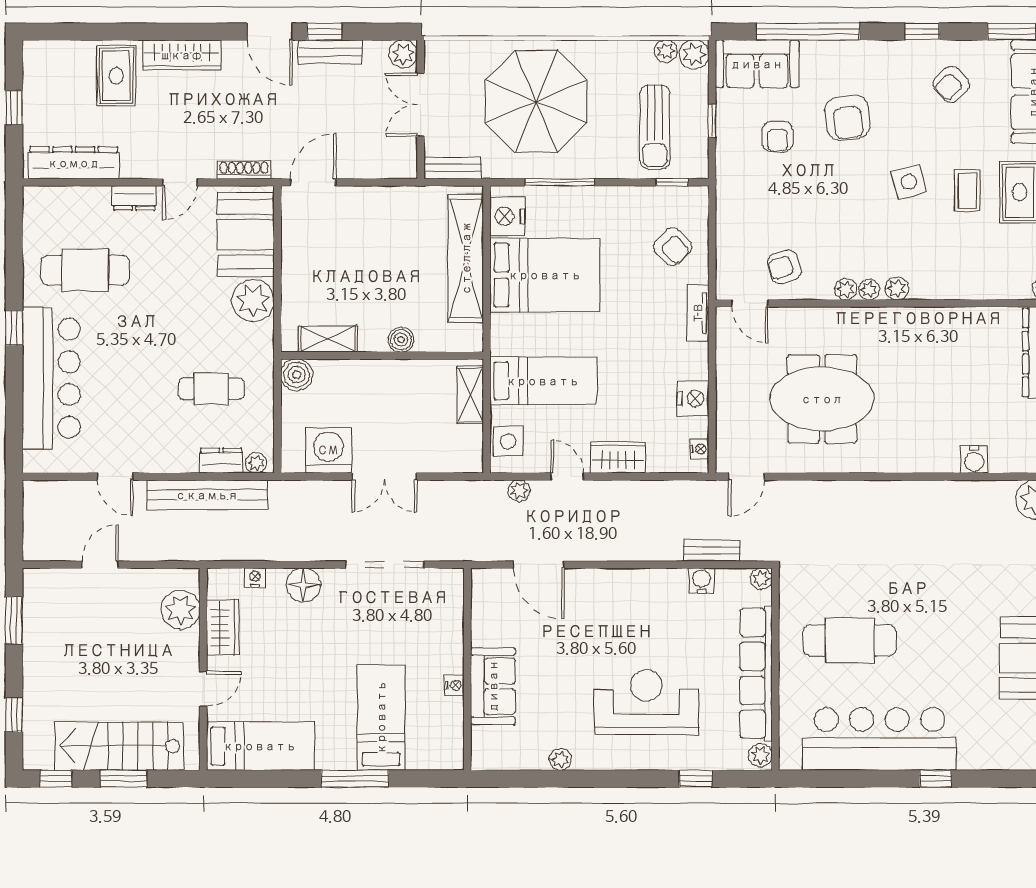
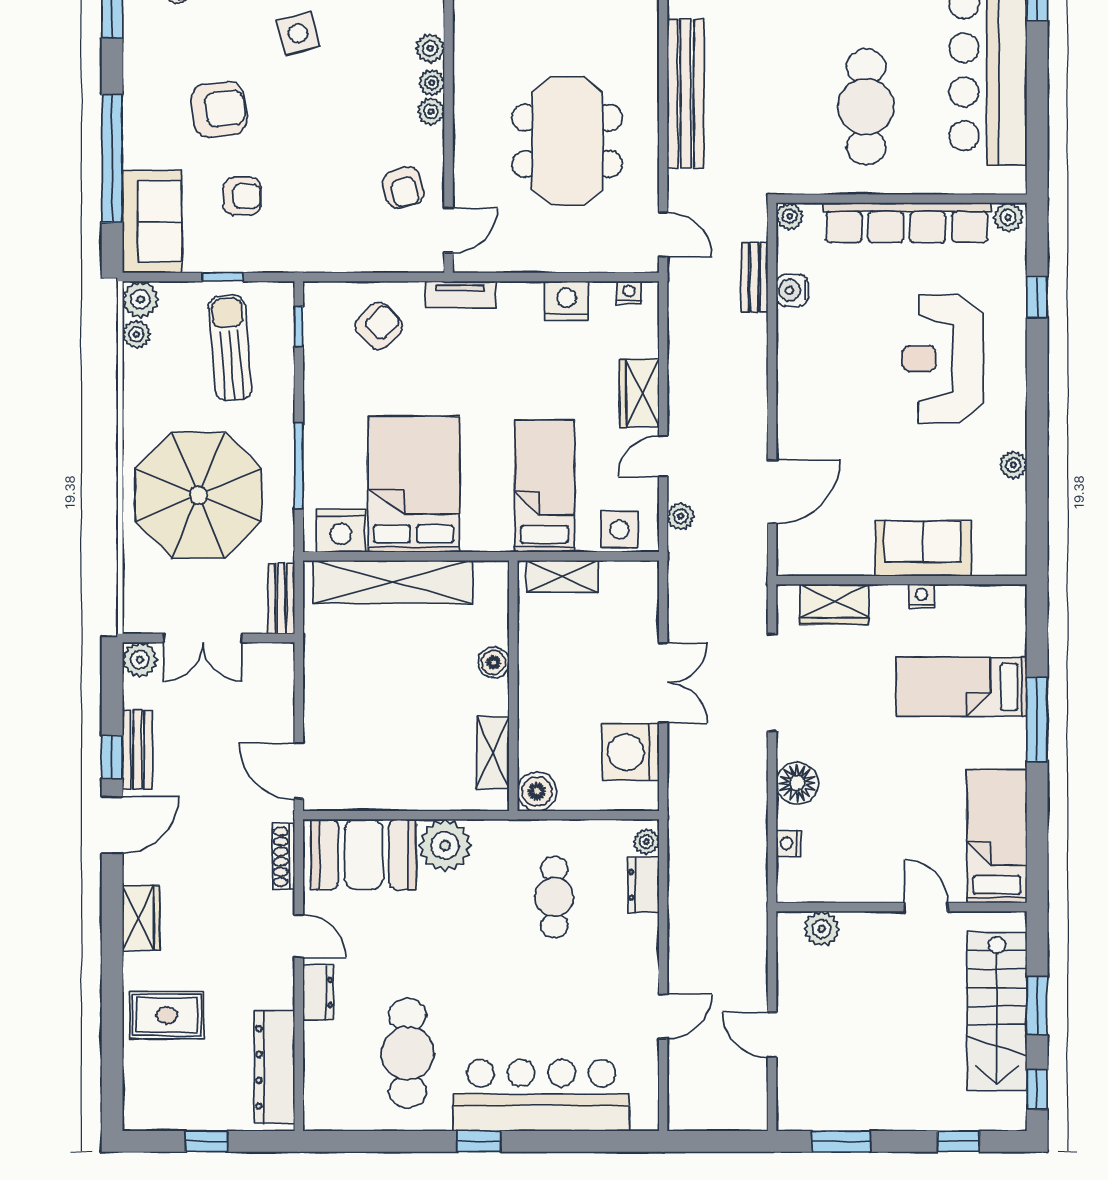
wardrobe: (181, 55) -> (141, 918), width x0.67
sun lounger: (655, 127) -> (230, 348), turned -95
bench: (207, 495) -> (686, 93), moved
plant: (181, 610) -> (822, 929), width x0.73, depth x0.73
wardrobe: (223, 628) -> (834, 604), moved, turned 180

